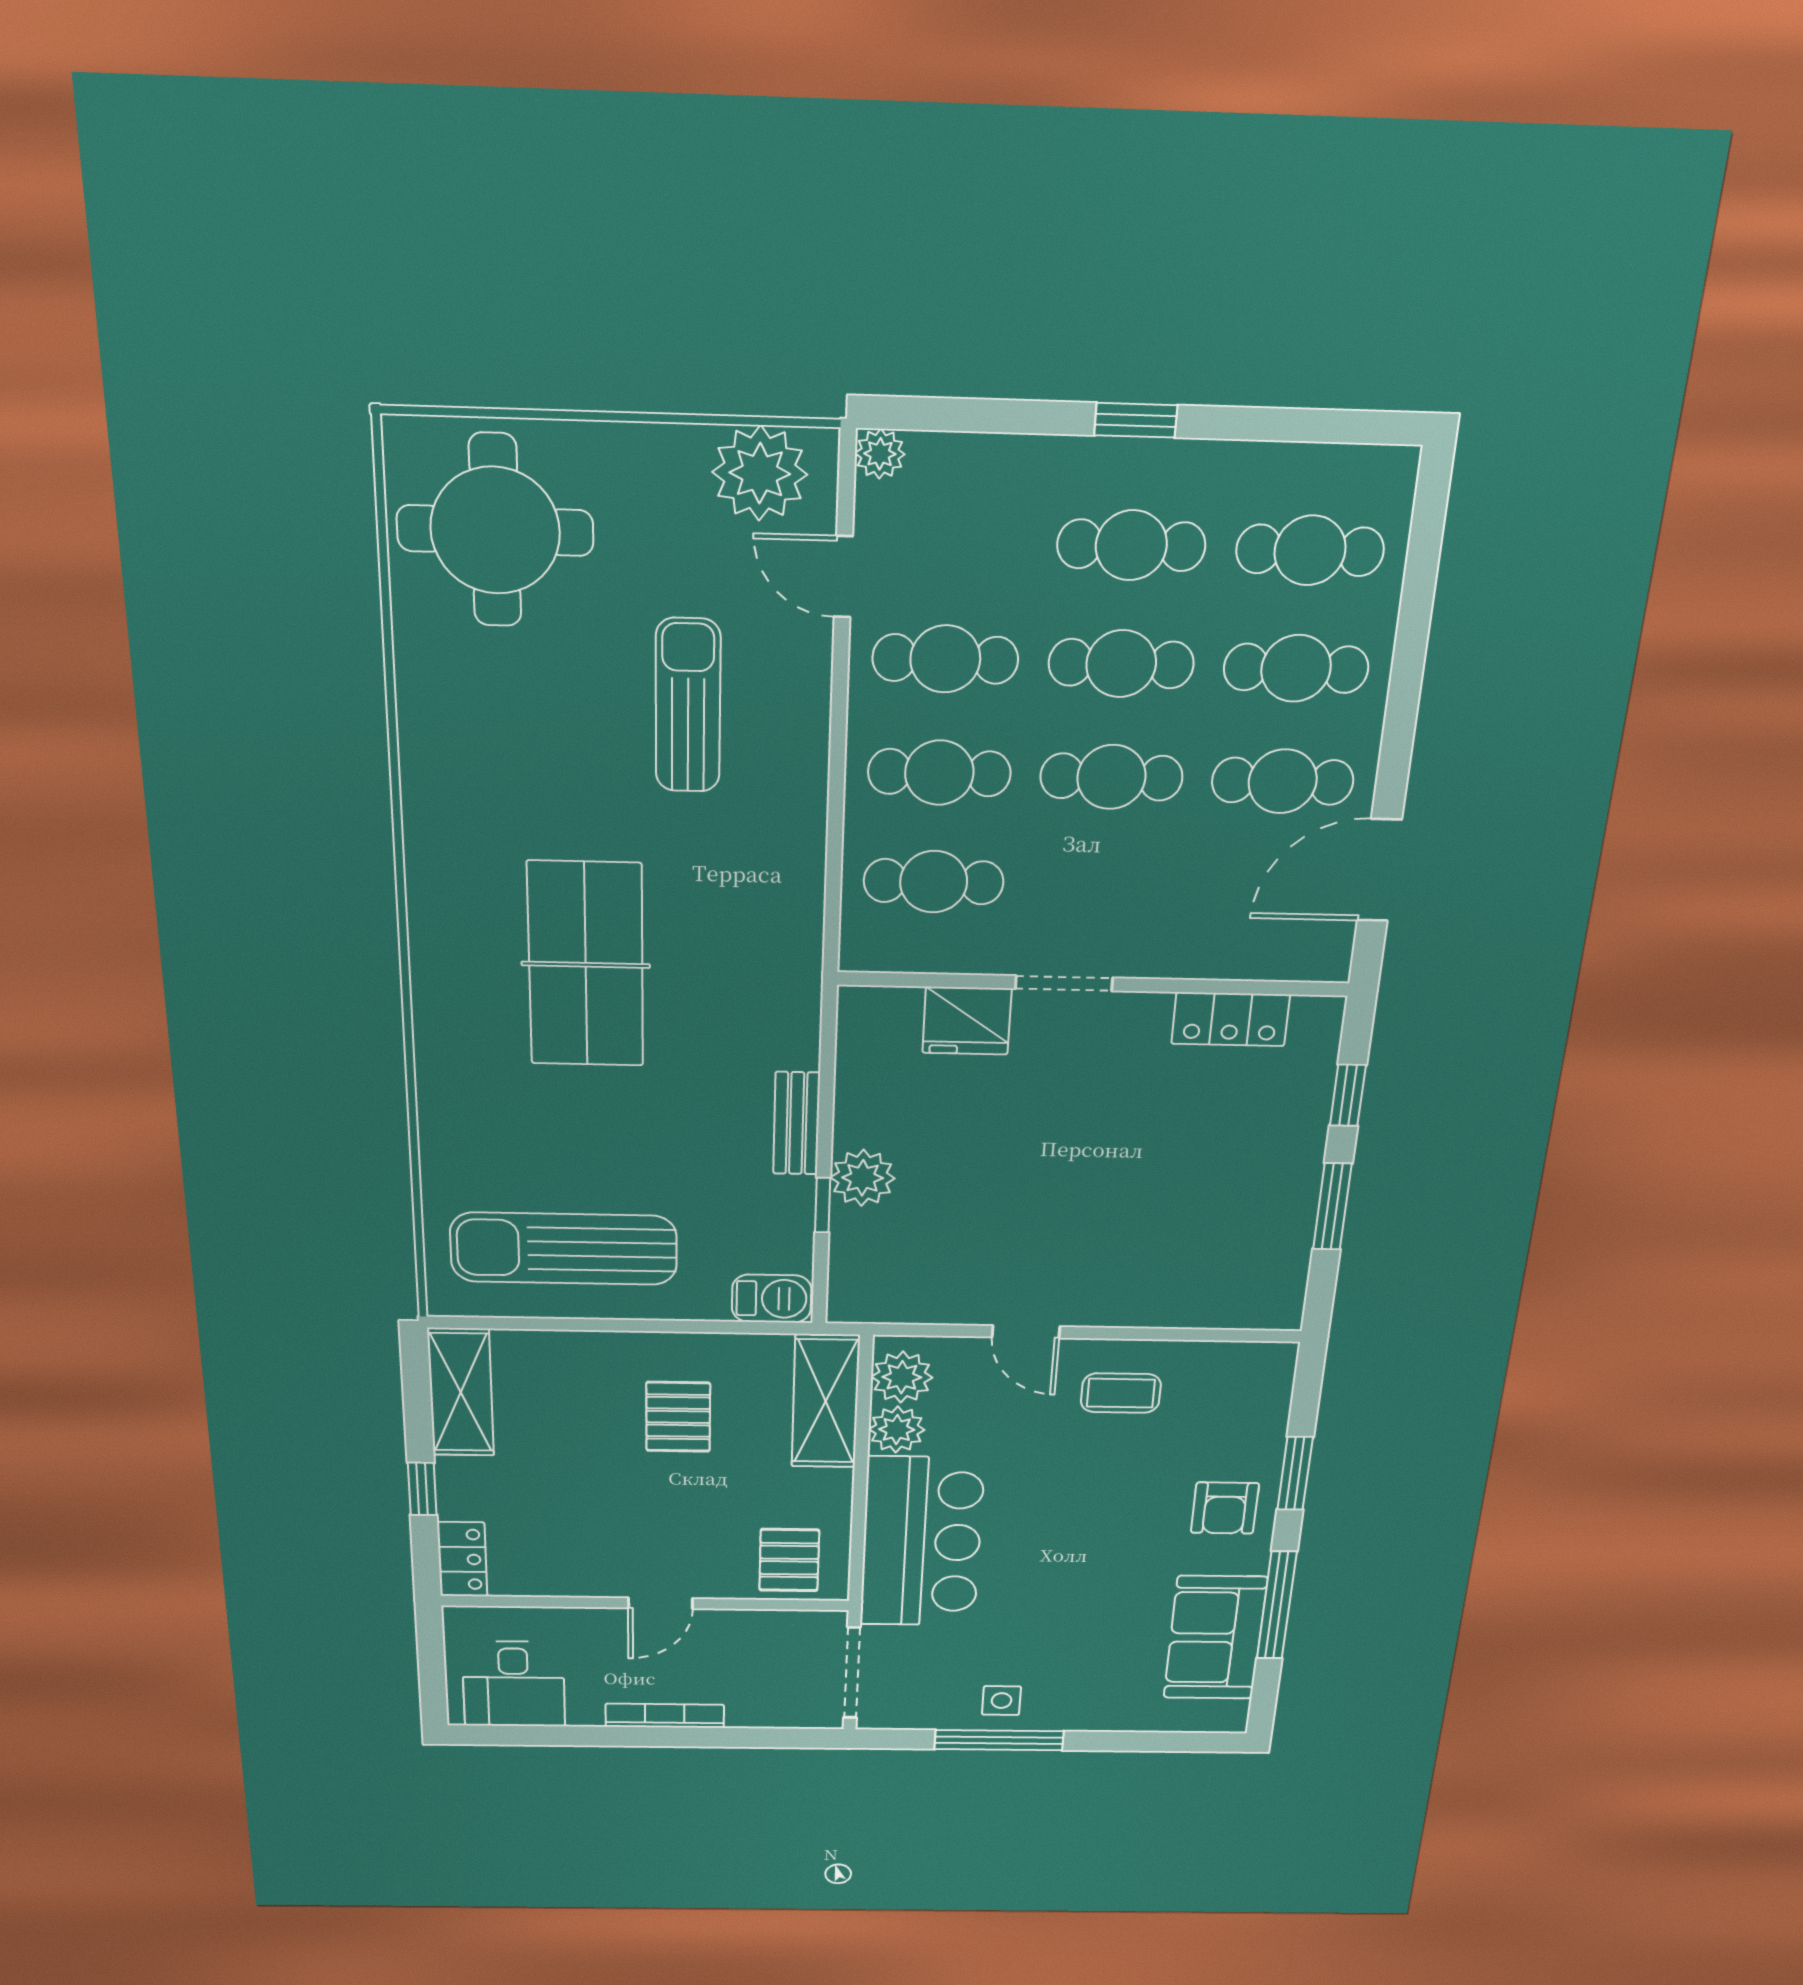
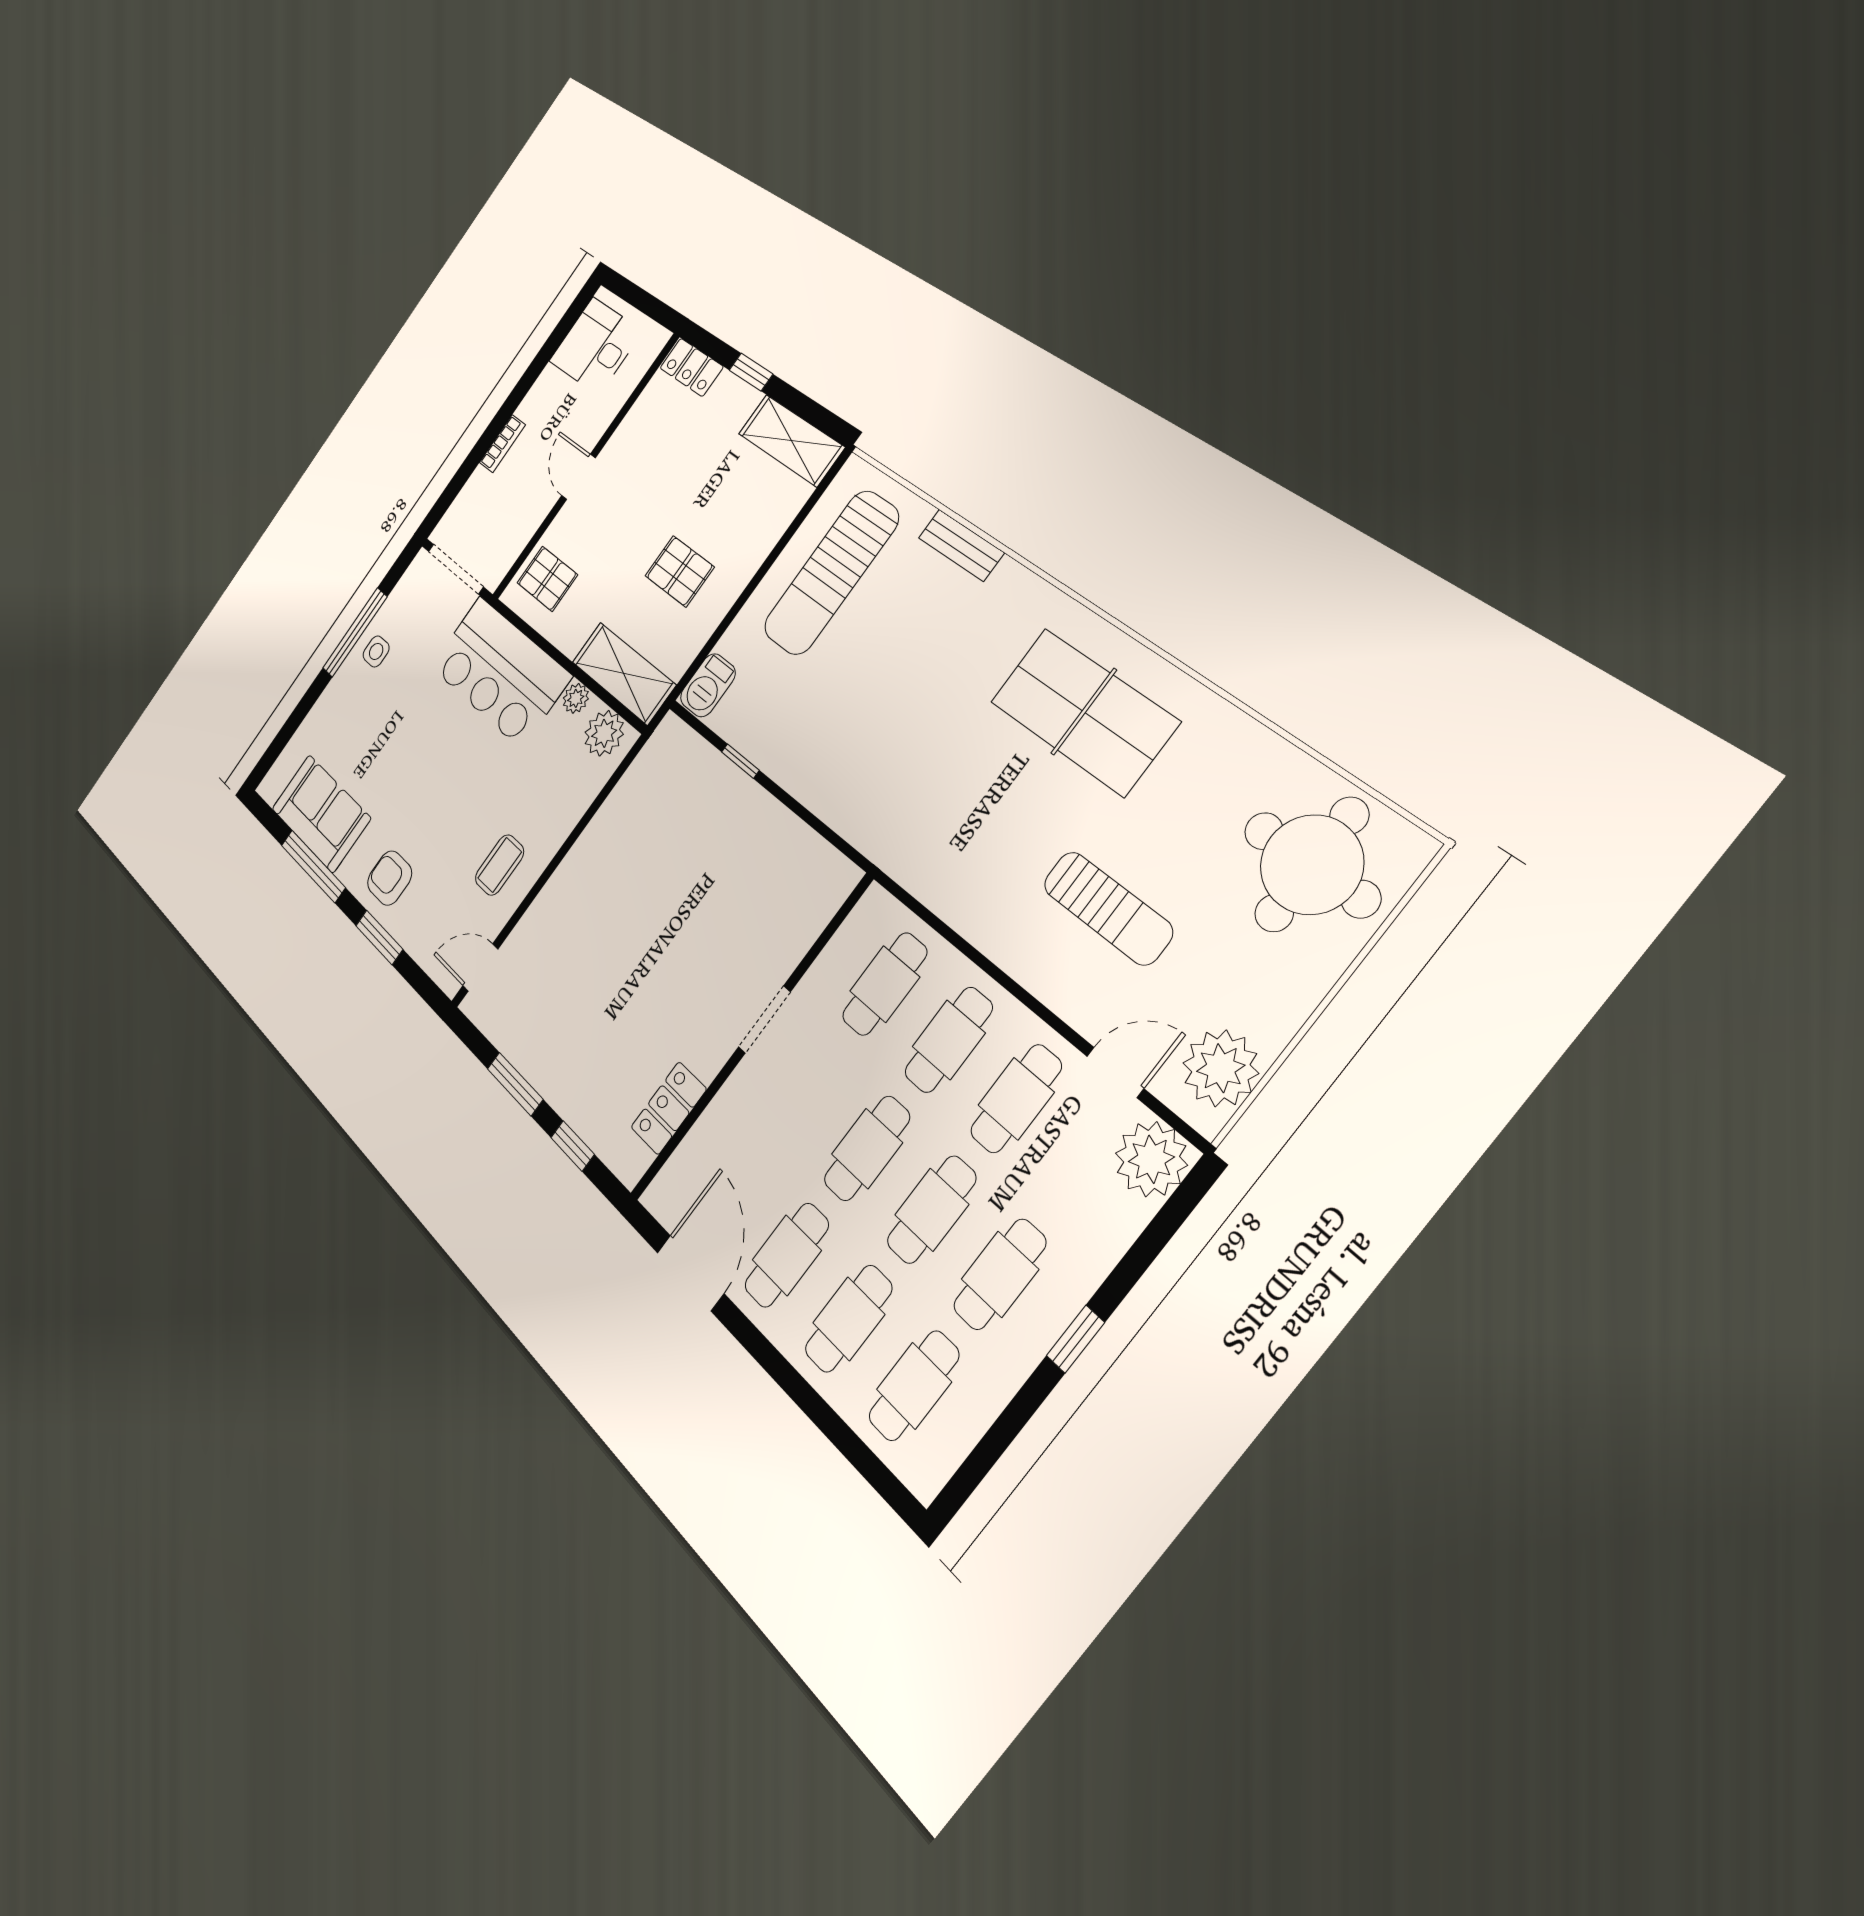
plant: (880, 454) -> (1151, 1159), width x1.88, depth x1.88
table tennis table: (586, 965) -> (1084, 712), moved
fridge: (967, 1021) -> (786, 940), removed
bench: (797, 1123) -> (961, 545), moved
plant: (863, 1178) -> (739, 799), removed
sun lounger: (564, 1249) -> (831, 573), turned 180
door: (1026, 1332) -> (480, 968), moved
plant: (897, 1429) -> (576, 698), width x0.73, depth x0.73
bookcase: (665, 1716) -> (502, 444), width x0.64

